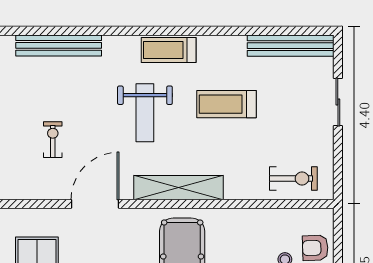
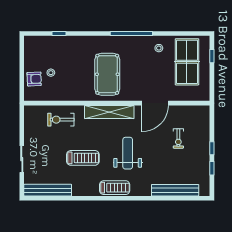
exercise bike: (293, 179) -> (61, 120), moved

